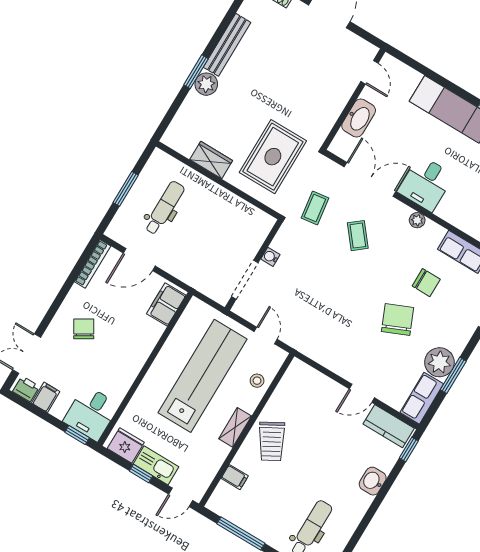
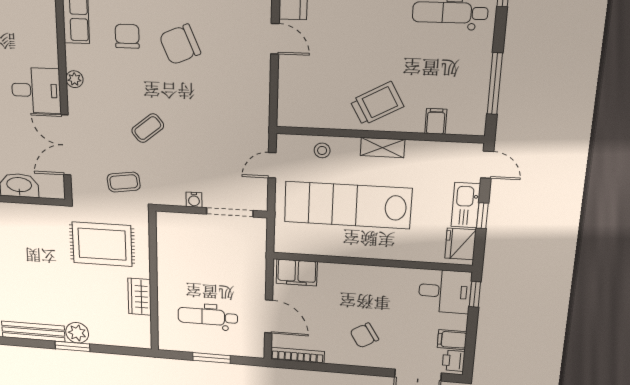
coffee table: (358, 236) -> (148, 128), moved

